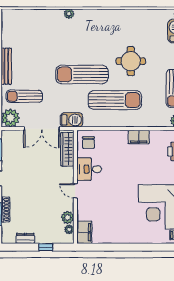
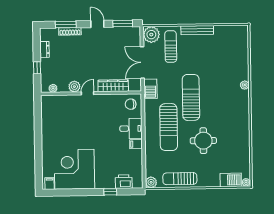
filing cabinet: (139, 137) -> (136, 144), width x0.50
wardrobe: (67, 149) -> (113, 86), moved
desk: (89, 169) -> (131, 129), moved, turned 90
plant: (68, 217) -> (74, 87), moved
filing cabinet: (84, 232) -> (51, 102), removed

